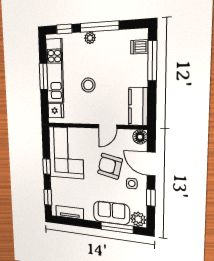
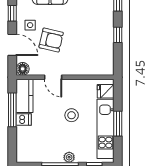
dishwasher: (139, 47) -> (24, 119), moved
window: (152, 61) -> (12, 110), moved
door: (108, 127) -> (53, 77), swing flipped
corner sofa: (66, 153) -> (96, 50), removed

